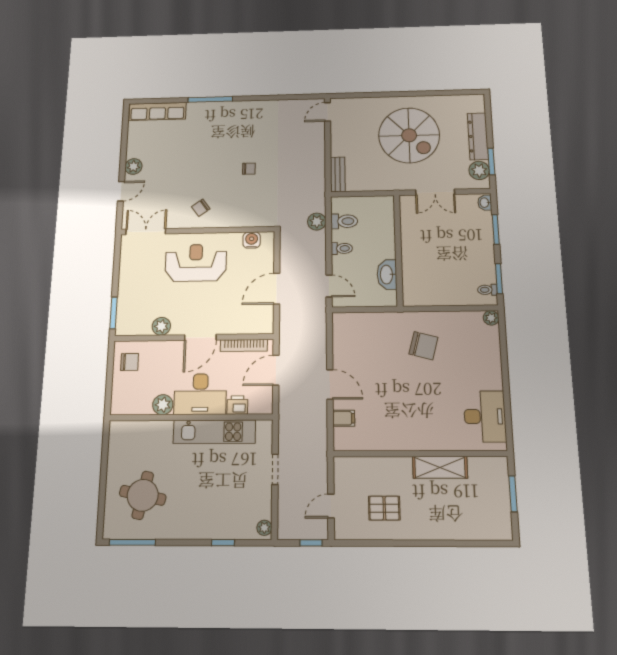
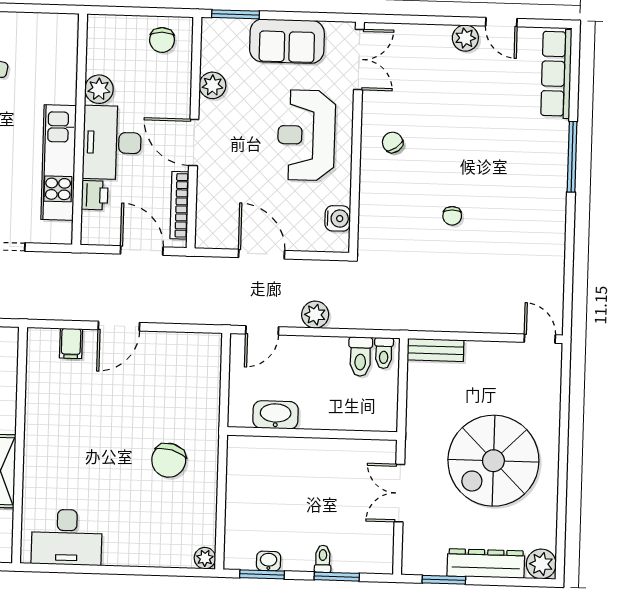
plant: (479, 170) -> (541, 564), moved
door: (121, 191) -> (501, 22), moved
washbasin: (485, 203) -> (269, 561), moved
plant: (317, 222) -> (315, 315), moved
toilet: (342, 248) -> (384, 353), moved
reception desk: (196, 263) -> (306, 135), turned 180
sofa: (132, 278) -> (287, 41), added
toilet: (487, 290) -> (323, 559), moved

